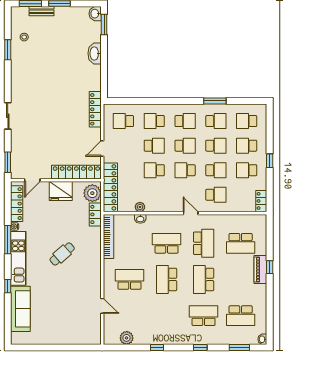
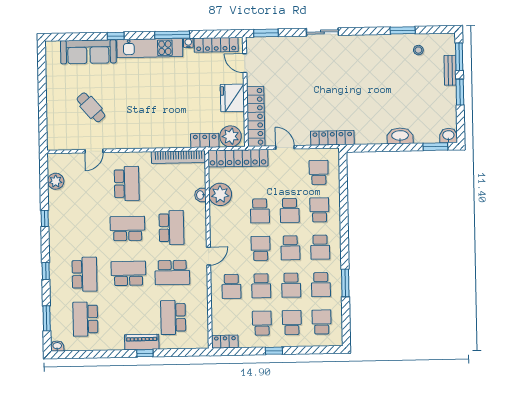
school desk: (154, 170) -> (260, 211), turned 180
plant: (140, 207) -> (220, 194), width x1.87, depth x1.87
cafe table: (62, 254) -> (91, 107), moved

